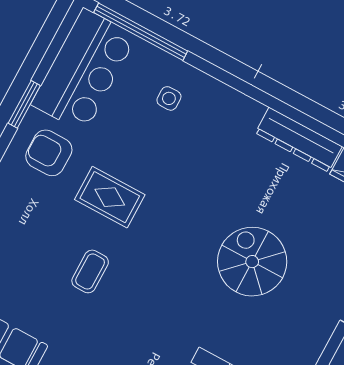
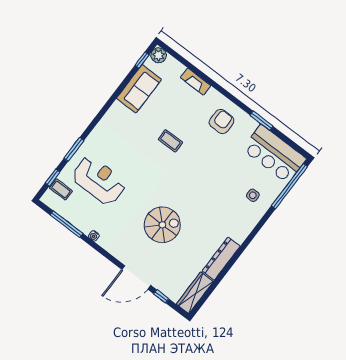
armchair: (49, 153) -> (221, 122), moved
rug: (110, 197) -> (207, 157), removed

